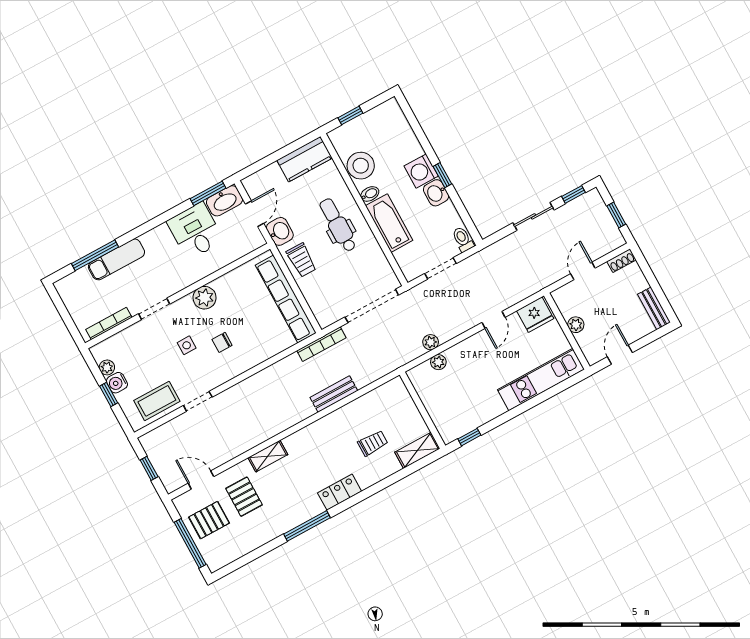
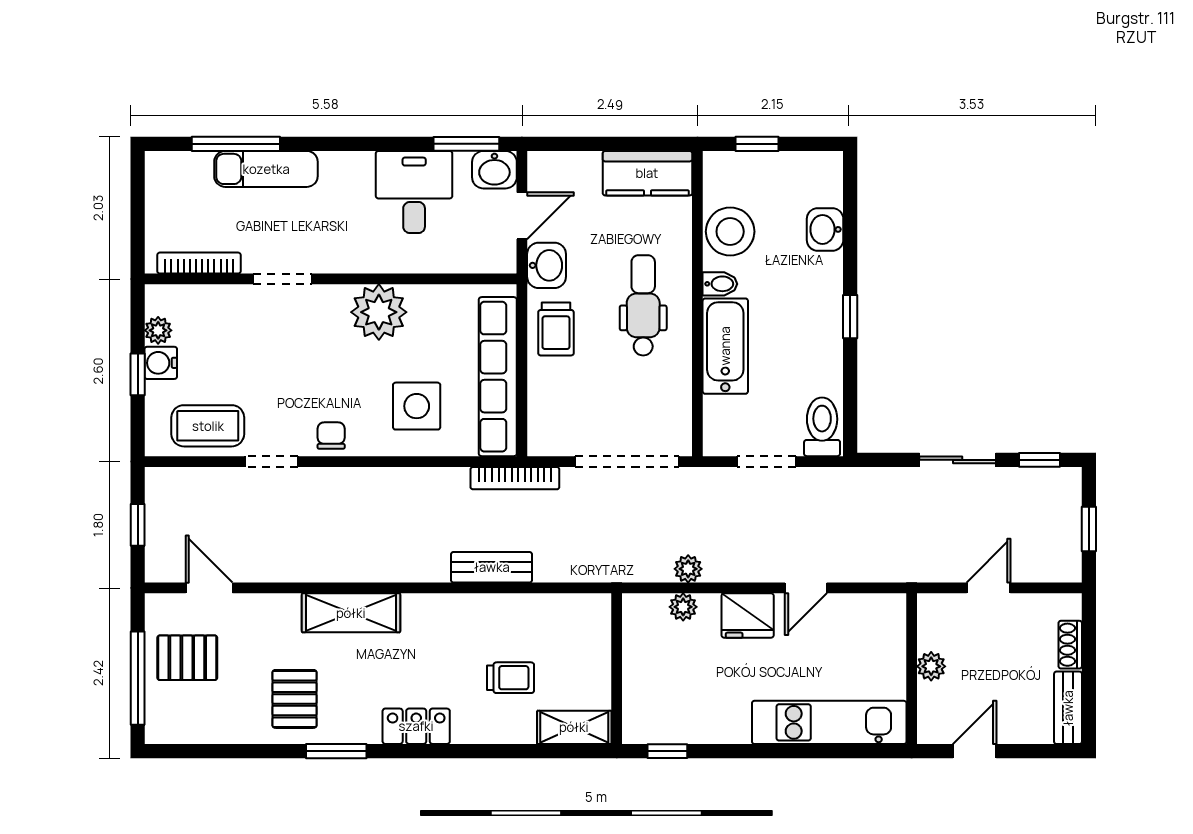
washing machine: (421, 171) -> (820, 292), removed
washbasin: (436, 193) -> (825, 229), moved
washbasin: (224, 201) -> (494, 170), width x0.72
toilet: (463, 239) -> (822, 427), width x1.37, depth x1.39
shoe rack: (621, 261) -> (1070, 645), moved, turned 90
plant: (205, 298) -> (379, 312), width x1.36, depth x1.36
fridge: (535, 315) -> (748, 616), moved
chair: (222, 342) -> (331, 436), moved, turned 90
side table: (187, 345) -> (417, 406), moved, width x1.87, depth x1.87
shelving: (268, 456) -> (351, 613), width x1.50, depth x1.33
pallet: (244, 497) -> (295, 699), moved
window: (307, 526) -> (336, 751), width x0.69

